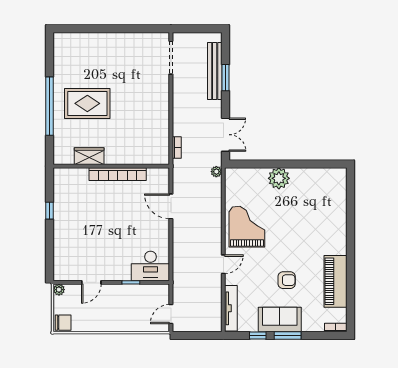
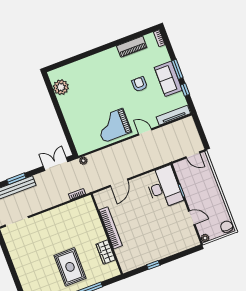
plant: (279, 178) -> (61, 87), moved
desk: (150, 266) -> (164, 187), width x1.36, depth x1.30
piano: (336, 281) -> (132, 47), width x0.73, depth x0.75

